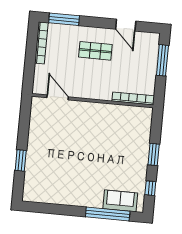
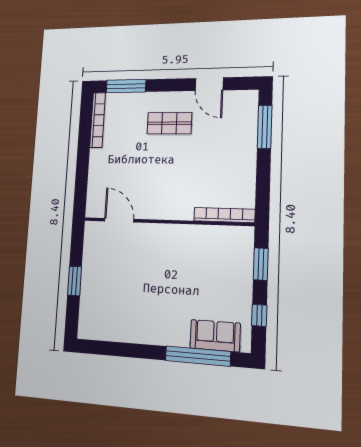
door: (58, 97) -> (119, 220), moved
bookcase: (133, 98) -> (224, 215), moved
wall: (93, 101) -> (167, 222), moved

